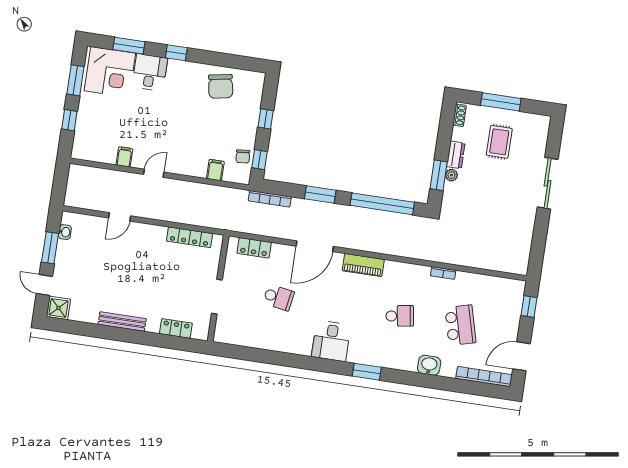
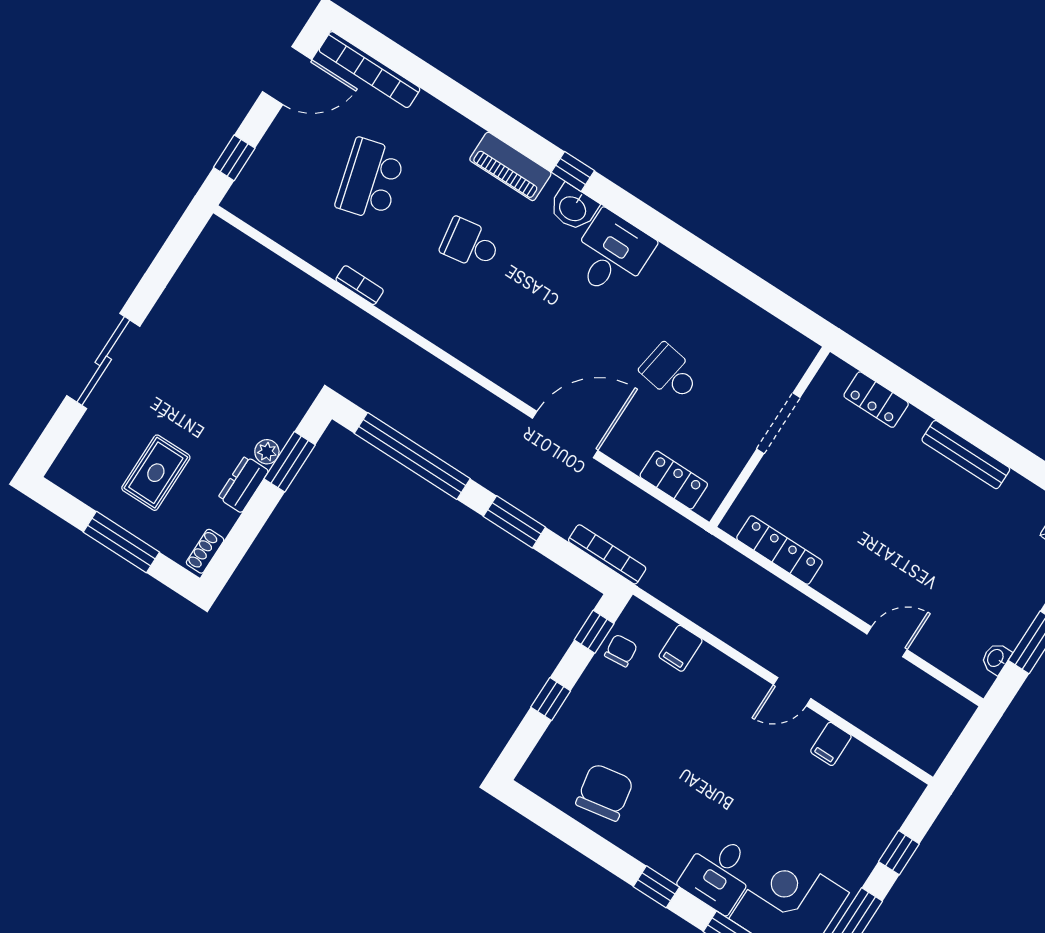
piano: (363, 265) -> (510, 166), moved, turned 180
washbasin: (429, 365) -> (573, 208), moved
window: (367, 372) -> (573, 171), width x0.67

